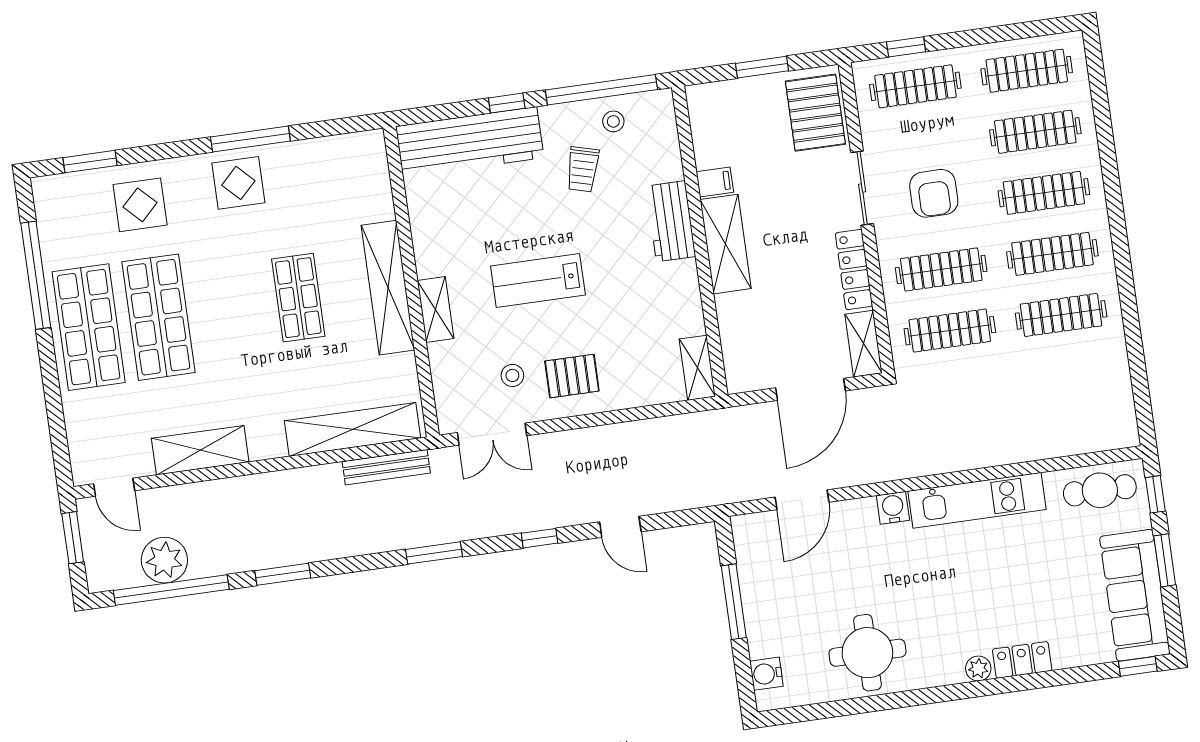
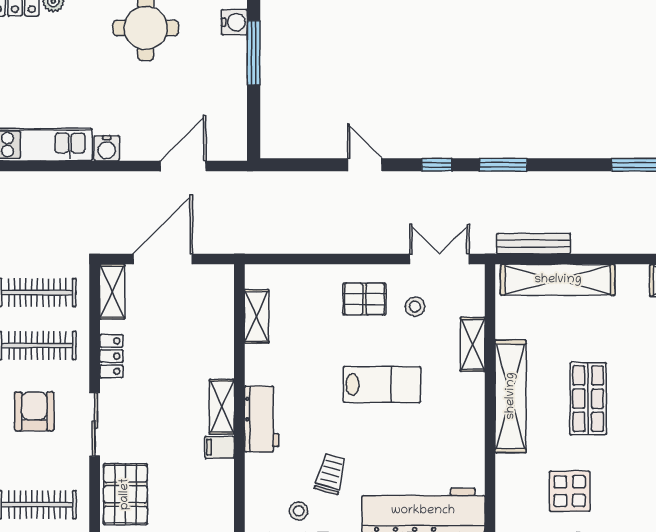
display table: (238, 183) -> (570, 491), moved
shelving: (726, 244) -> (222, 407), width x0.67, depth x0.75
locker: (854, 269) -> (111, 356), width x0.66
shelving: (436, 310) -> (473, 344), moved
shelving: (697, 368) -> (257, 316), moved
door: (620, 527) -> (365, 165), moved
window: (539, 538) -> (437, 165), moved
window: (734, 602) -> (254, 53), moved

